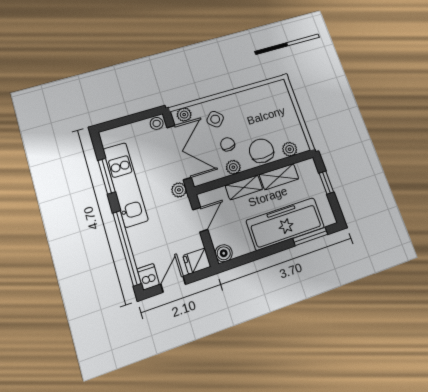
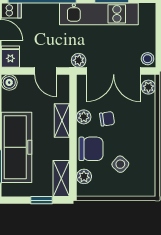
side table: (215, 119) -> (120, 164), moved
shelving: (279, 177) -> (61, 178), moved

